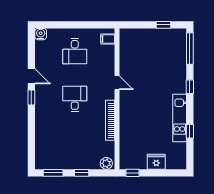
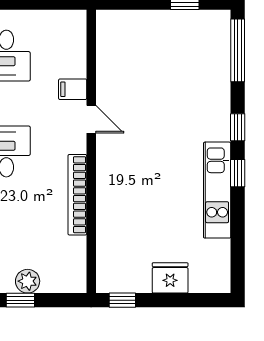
filing cabinet: (108, 39) -> (73, 89), moved
window: (190, 131) -> (238, 173), moved
plant: (106, 163) -> (28, 281), moved

